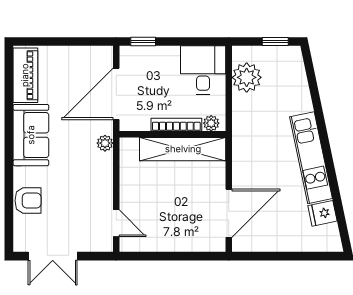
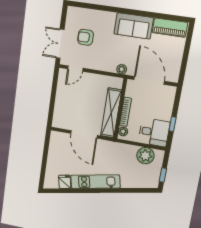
window: (143, 42) -> (173, 124), moved
armchair: (28, 201) -> (86, 37), moved, turned 90
door: (229, 213) -> (84, 134), moved
double door: (53, 256) -> (60, 44), moved

